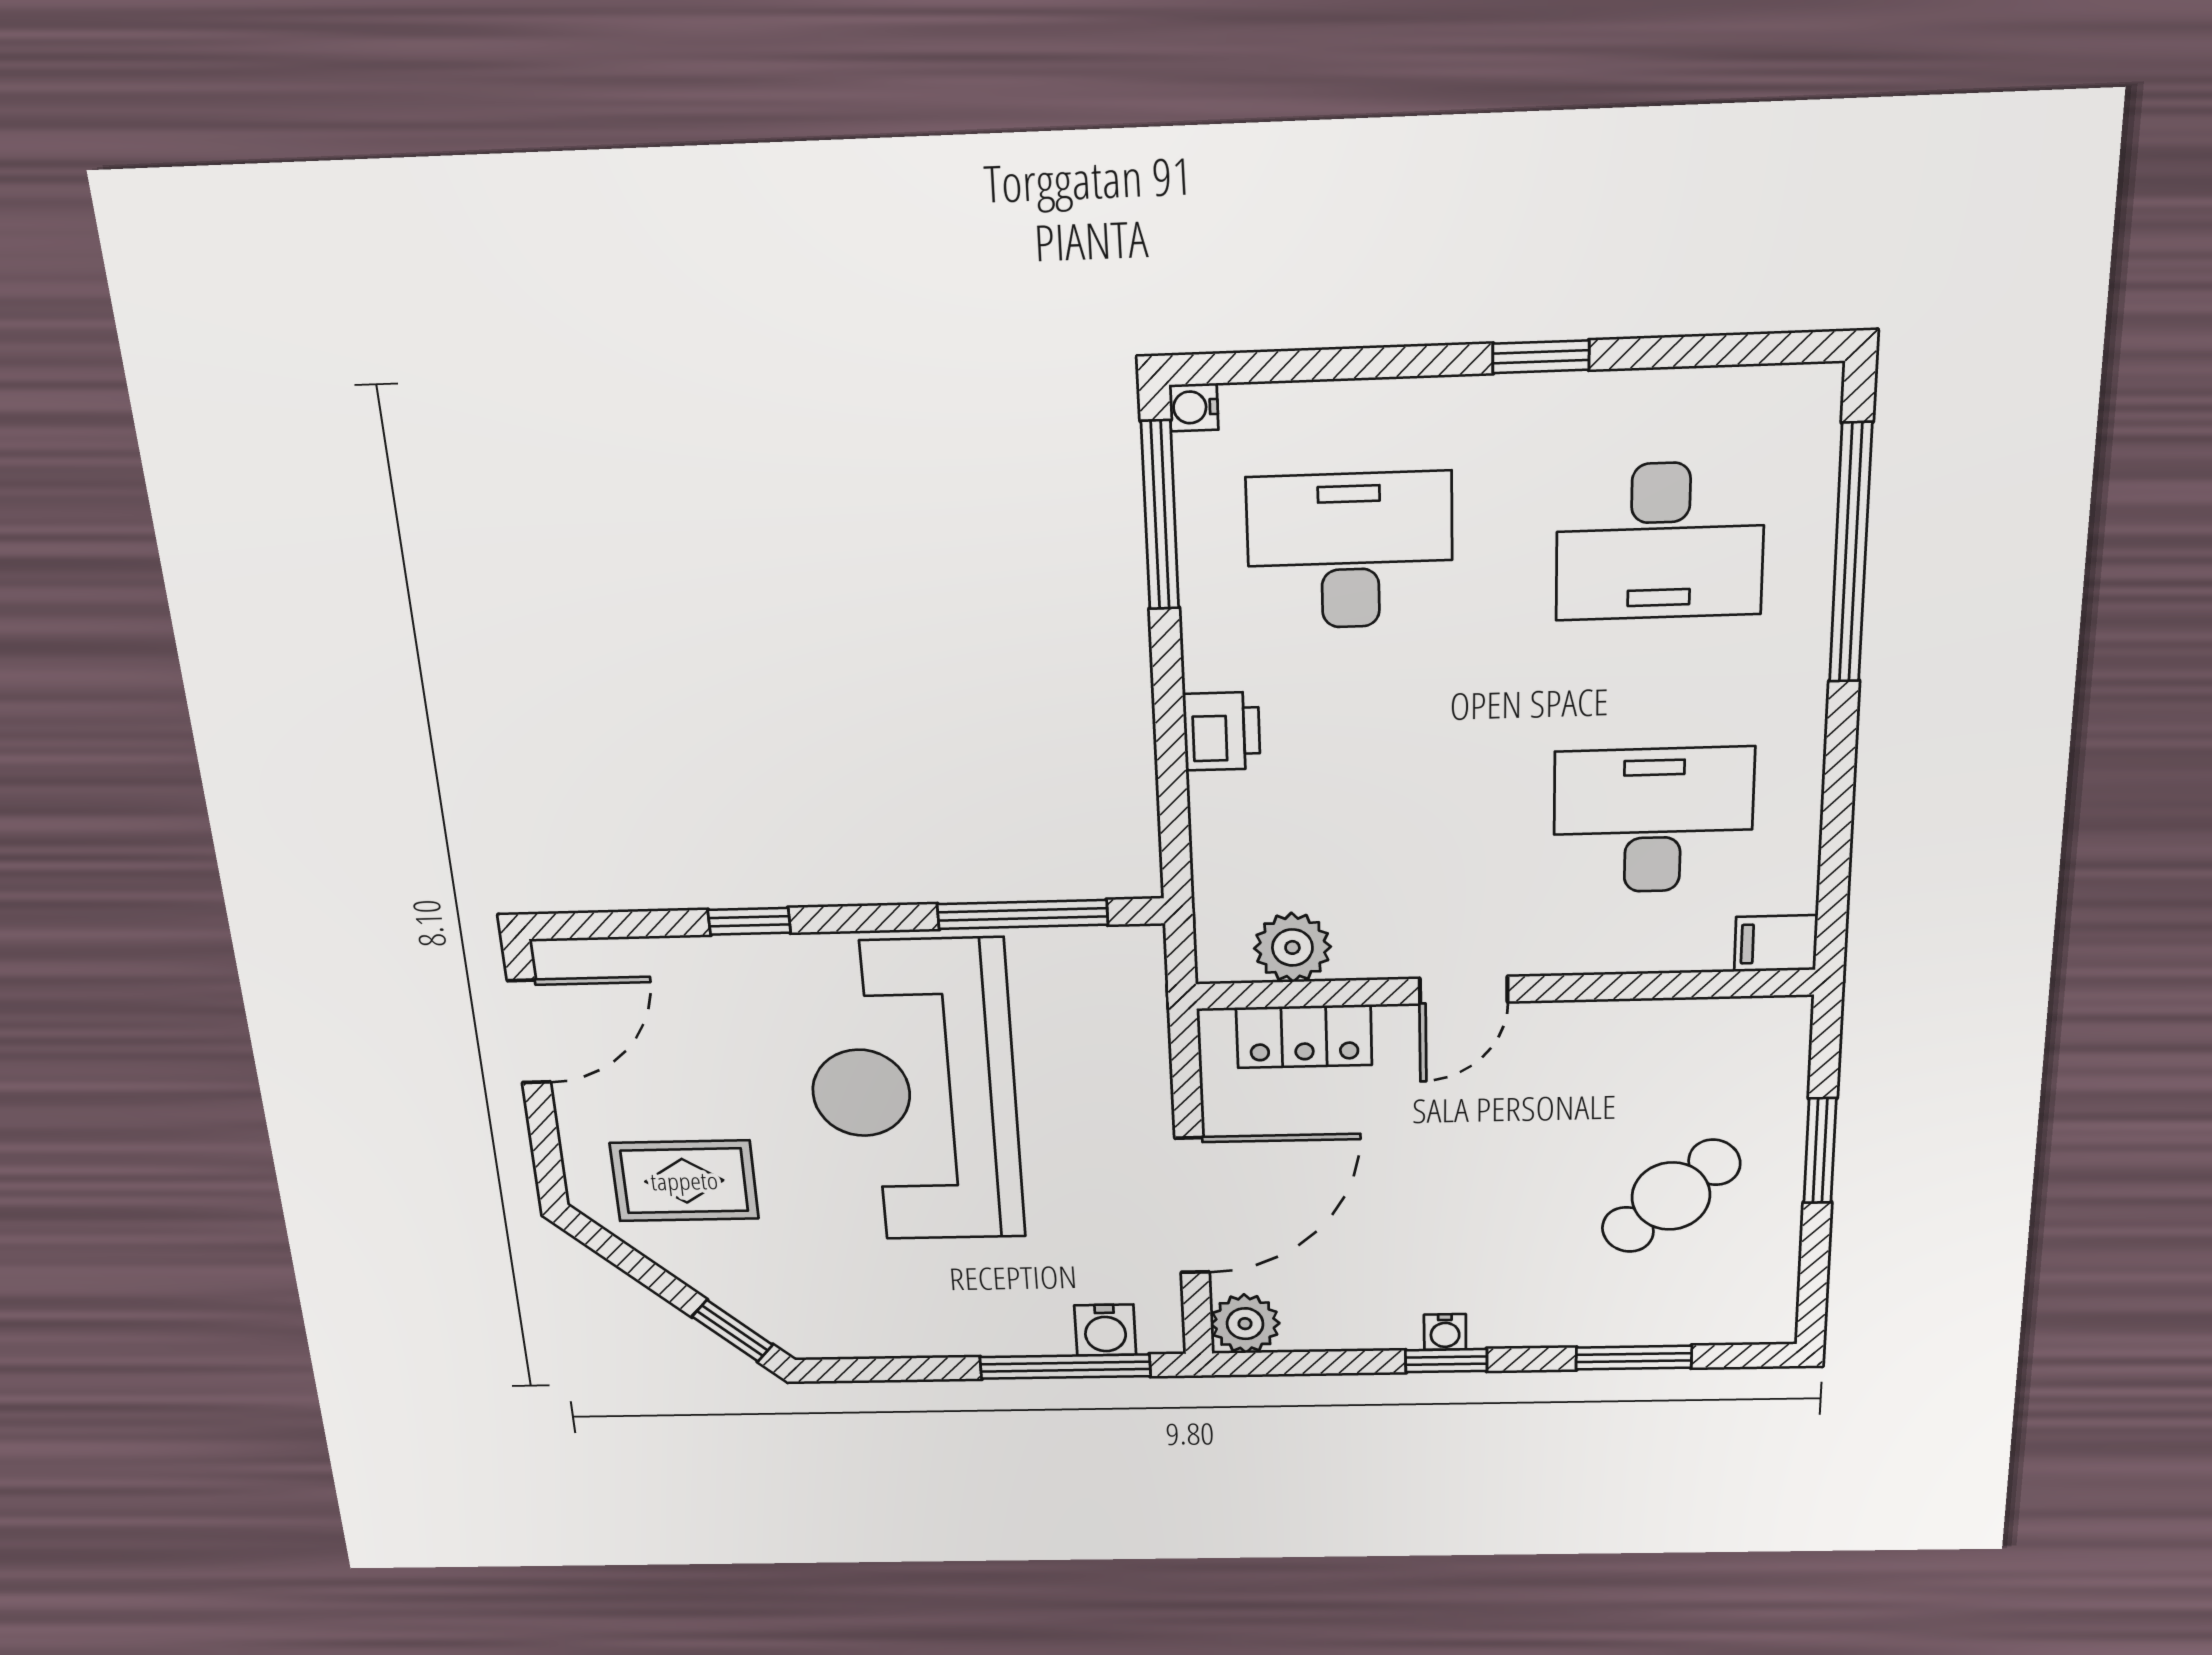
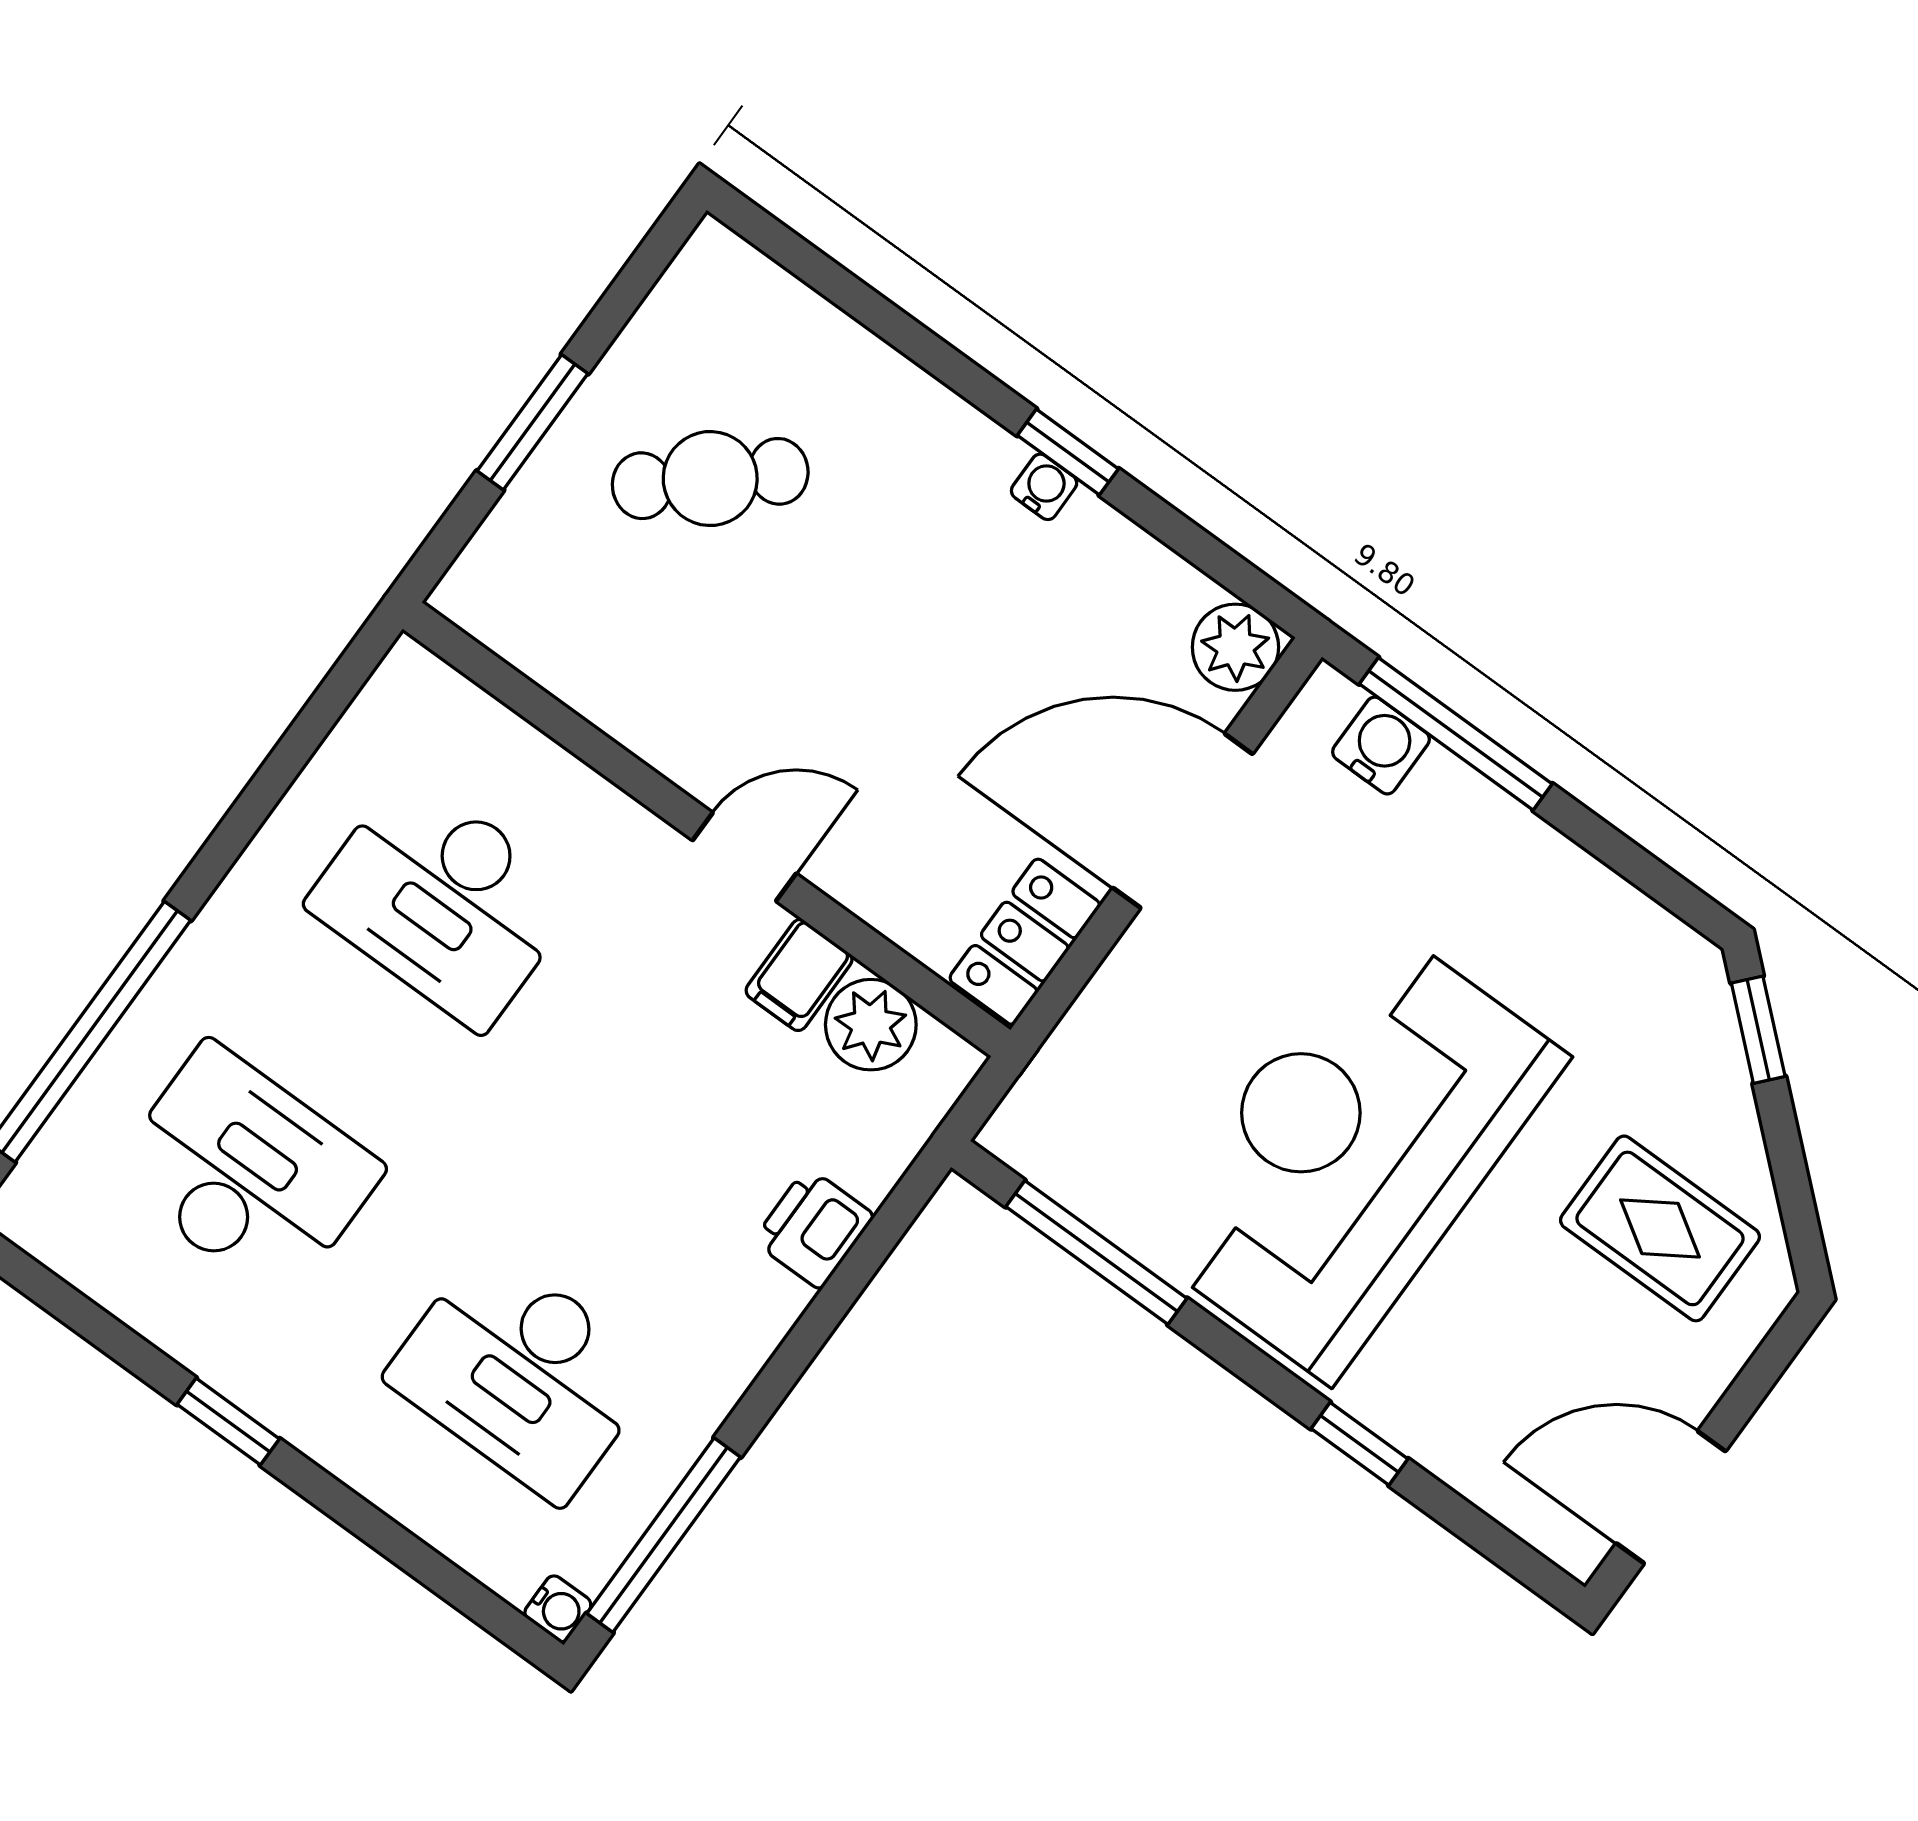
printer: (1222, 731) -> (814, 1228), moved
filing cabinet: (1776, 943) -> (799, 975), moved, turned 90
locker: (1304, 1036) -> (1025, 942), moved, turned -90
reception desk: (914, 1092) -> (1353, 1150), turned 180
window: (1634, 1358) -> (879, 315), removed

